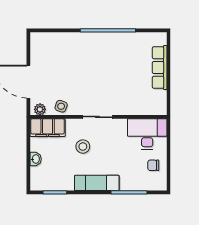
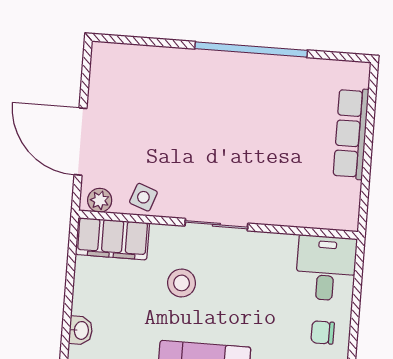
desk: (147, 134) -> (326, 268), width x0.73
washbasin: (36, 159) -> (81, 330), moved

